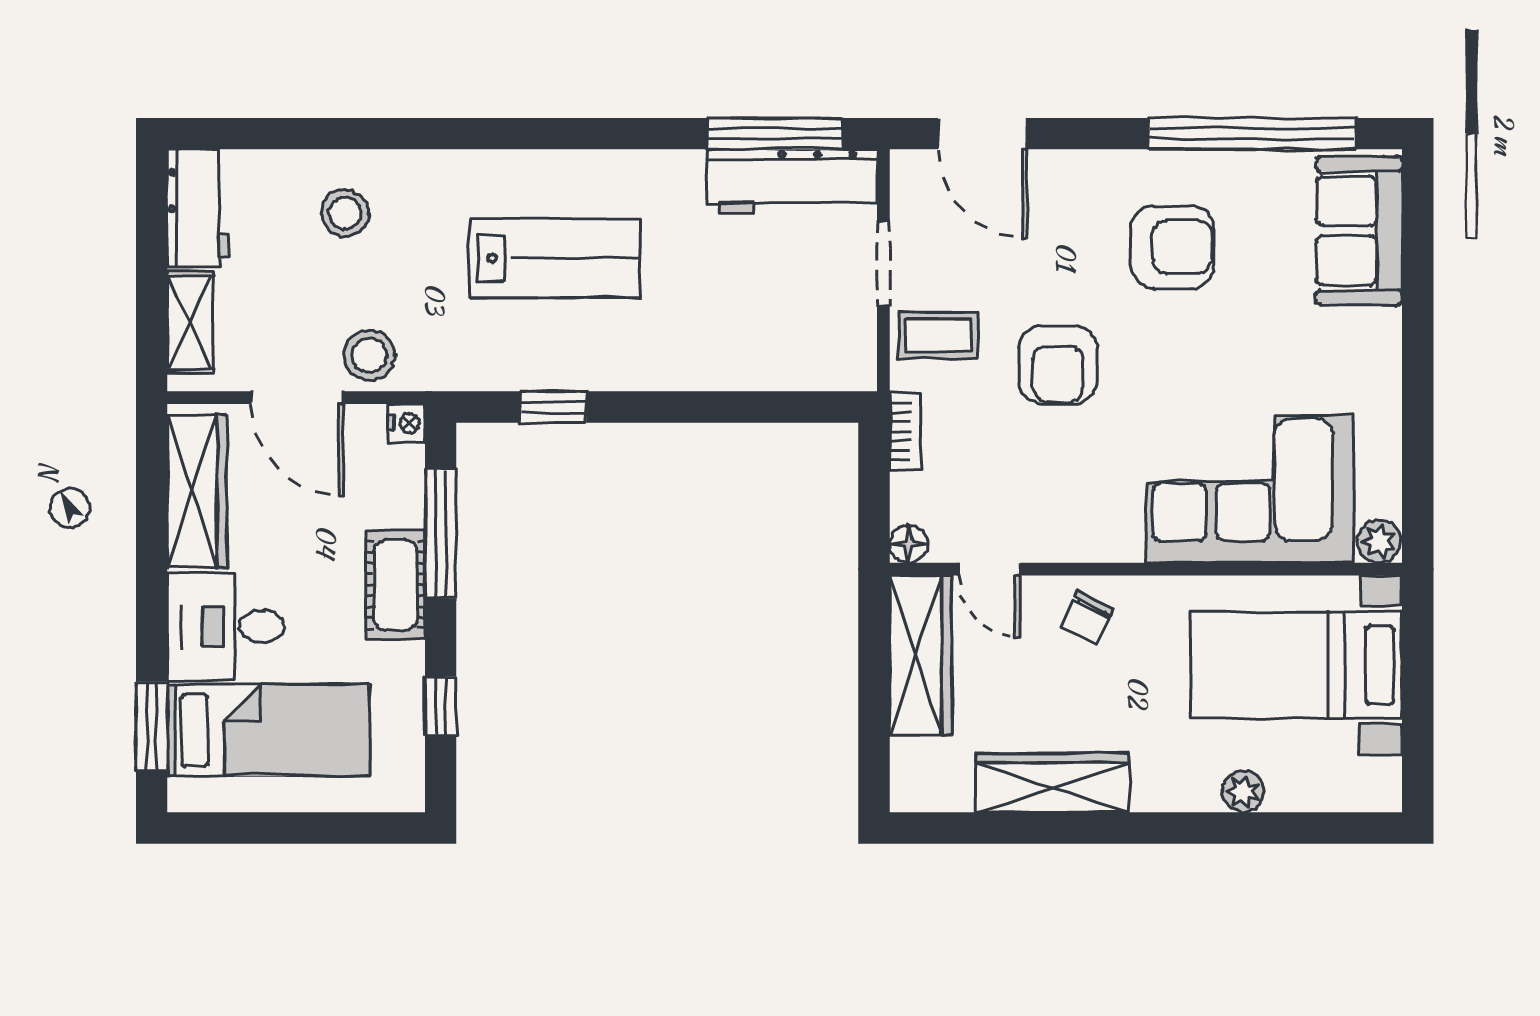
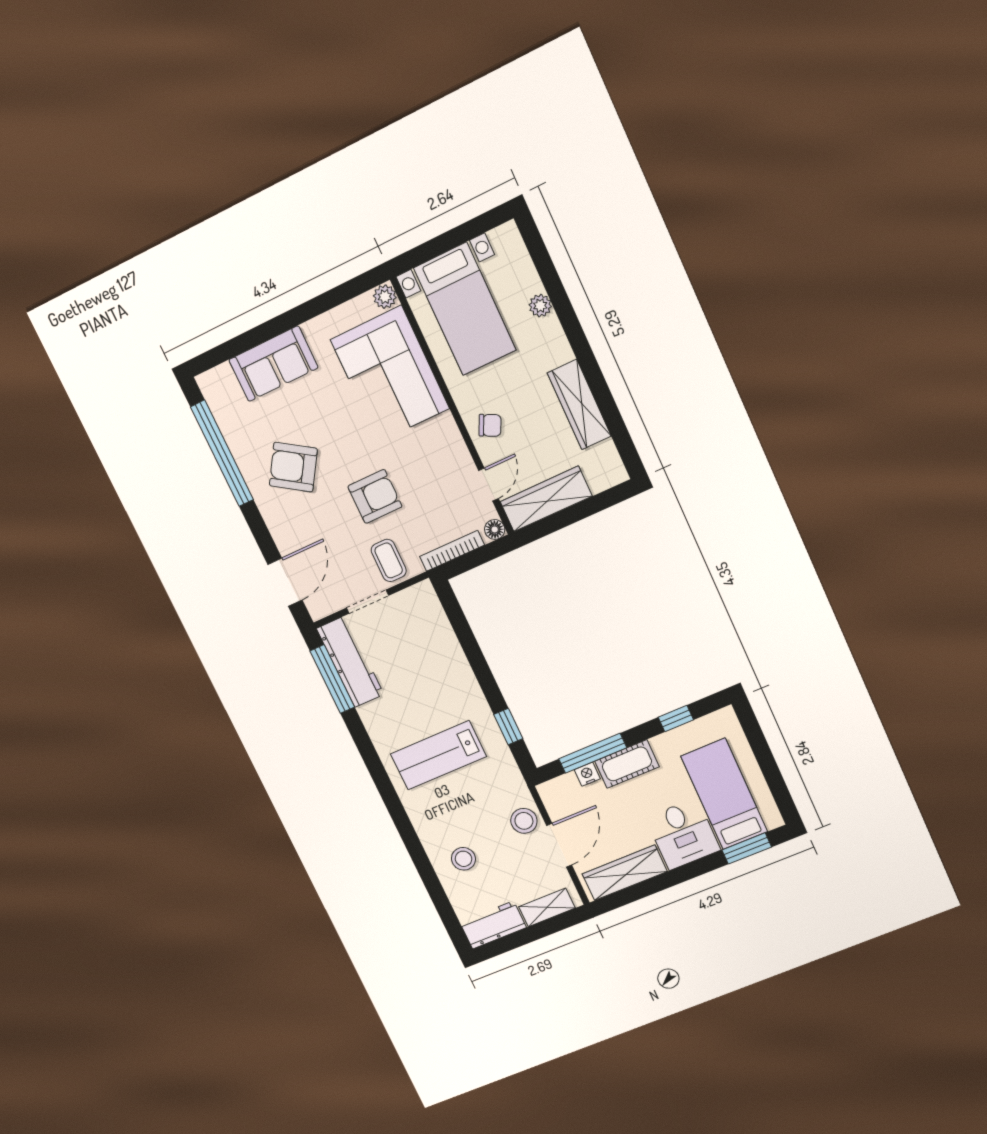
sofa: (1359, 231) -> (273, 364), moved
armchair: (1172, 247) -> (293, 467), turned -57
lab bench: (555, 258) -> (438, 755), turned -90
nightstand: (407, 423) -> (587, 774), moved
bookcase: (905, 432) -> (452, 551), width x1.56

